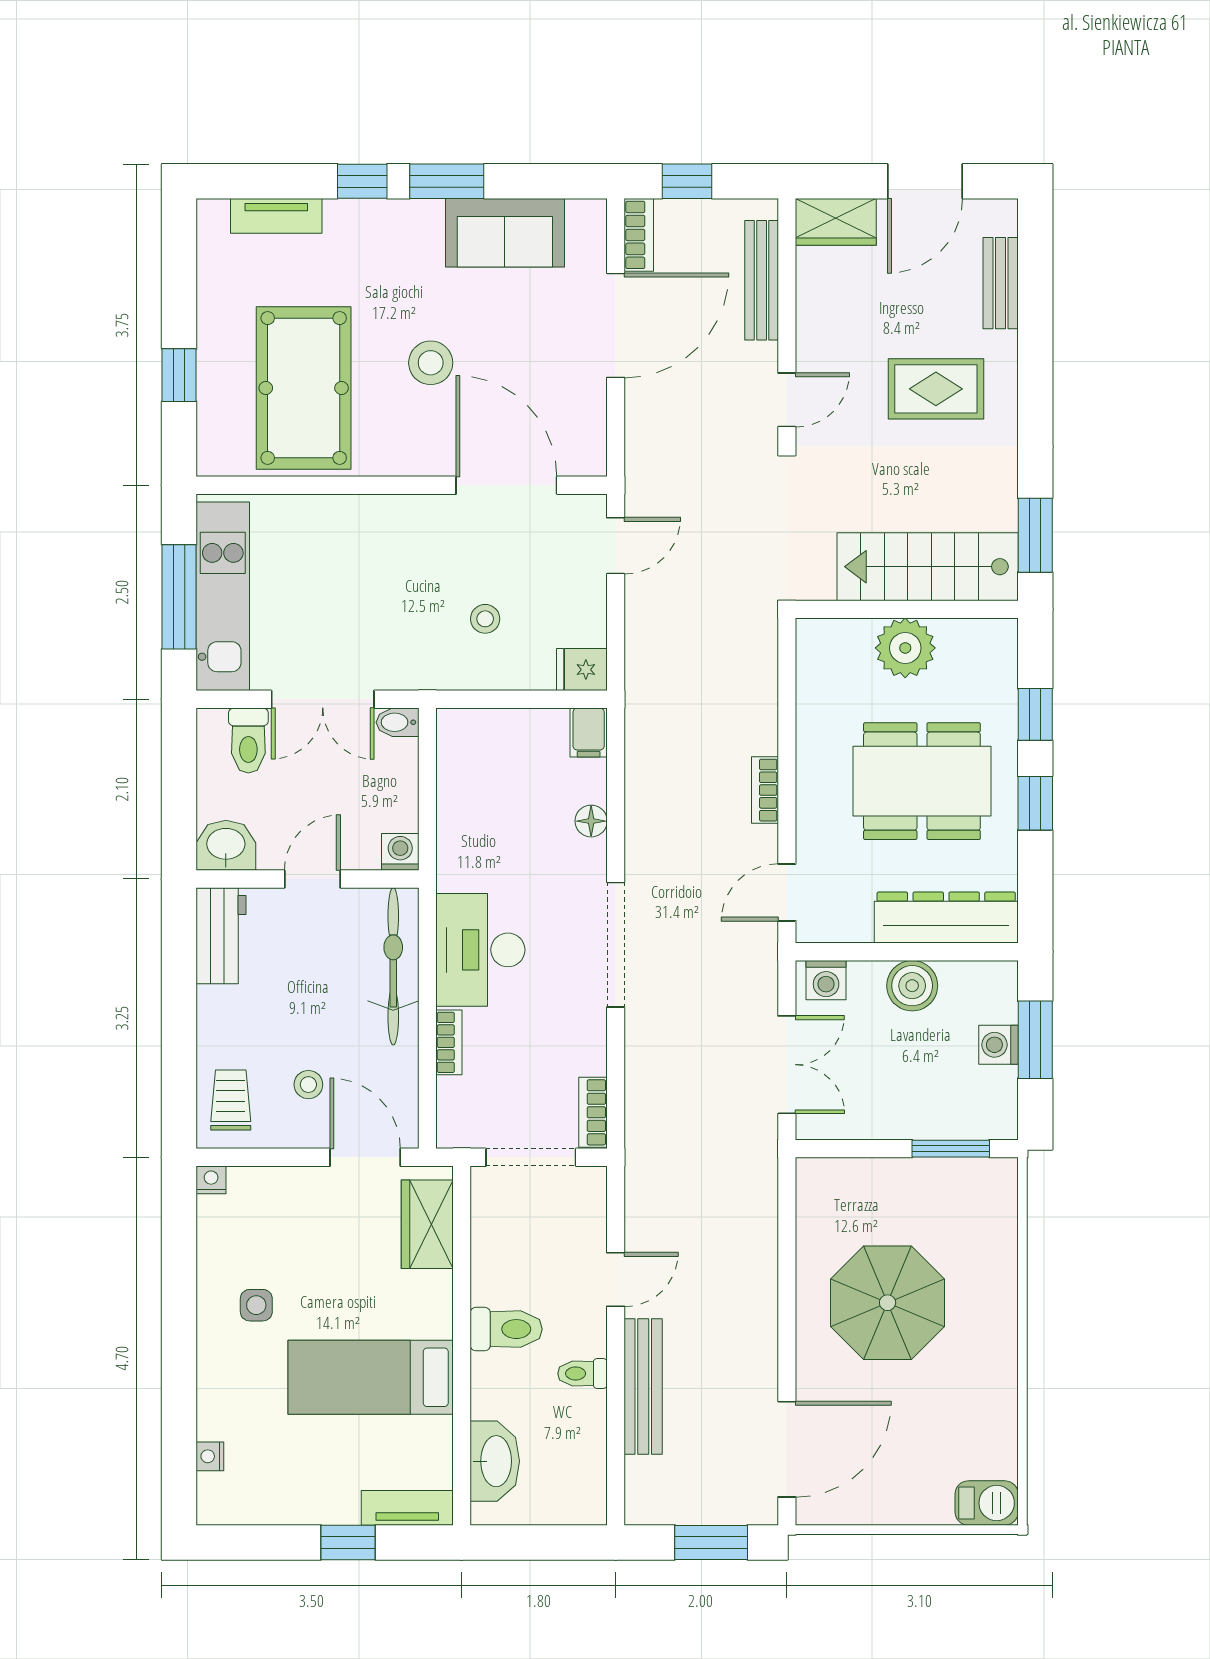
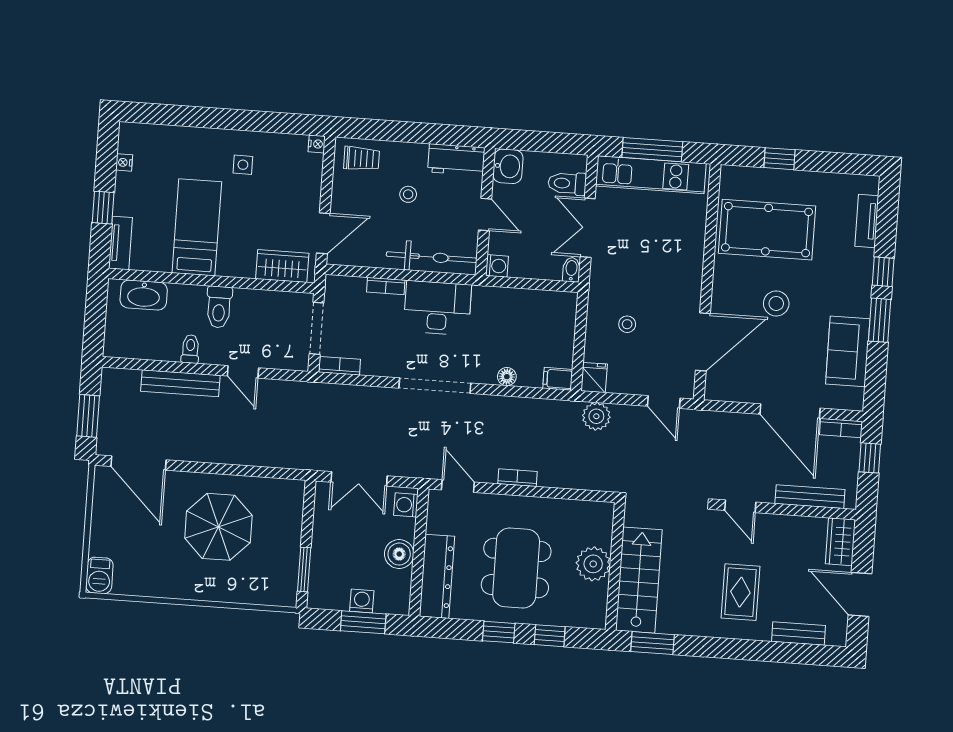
plant: (649, 661) -> (596, 416), added
stool: (308, 1085) -> (408, 194), moved
nightstand: (210, 1456) -> (124, 162), moved, turned -90

